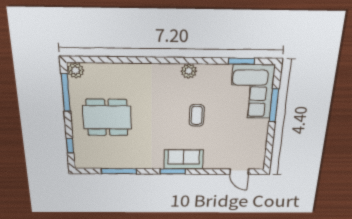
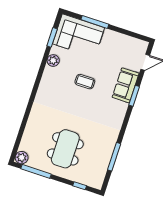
plant: (189, 71) -> (53, 60), moved
sofa: (184, 159) -> (126, 85), moved
window: (173, 171) -> (134, 96), moved

